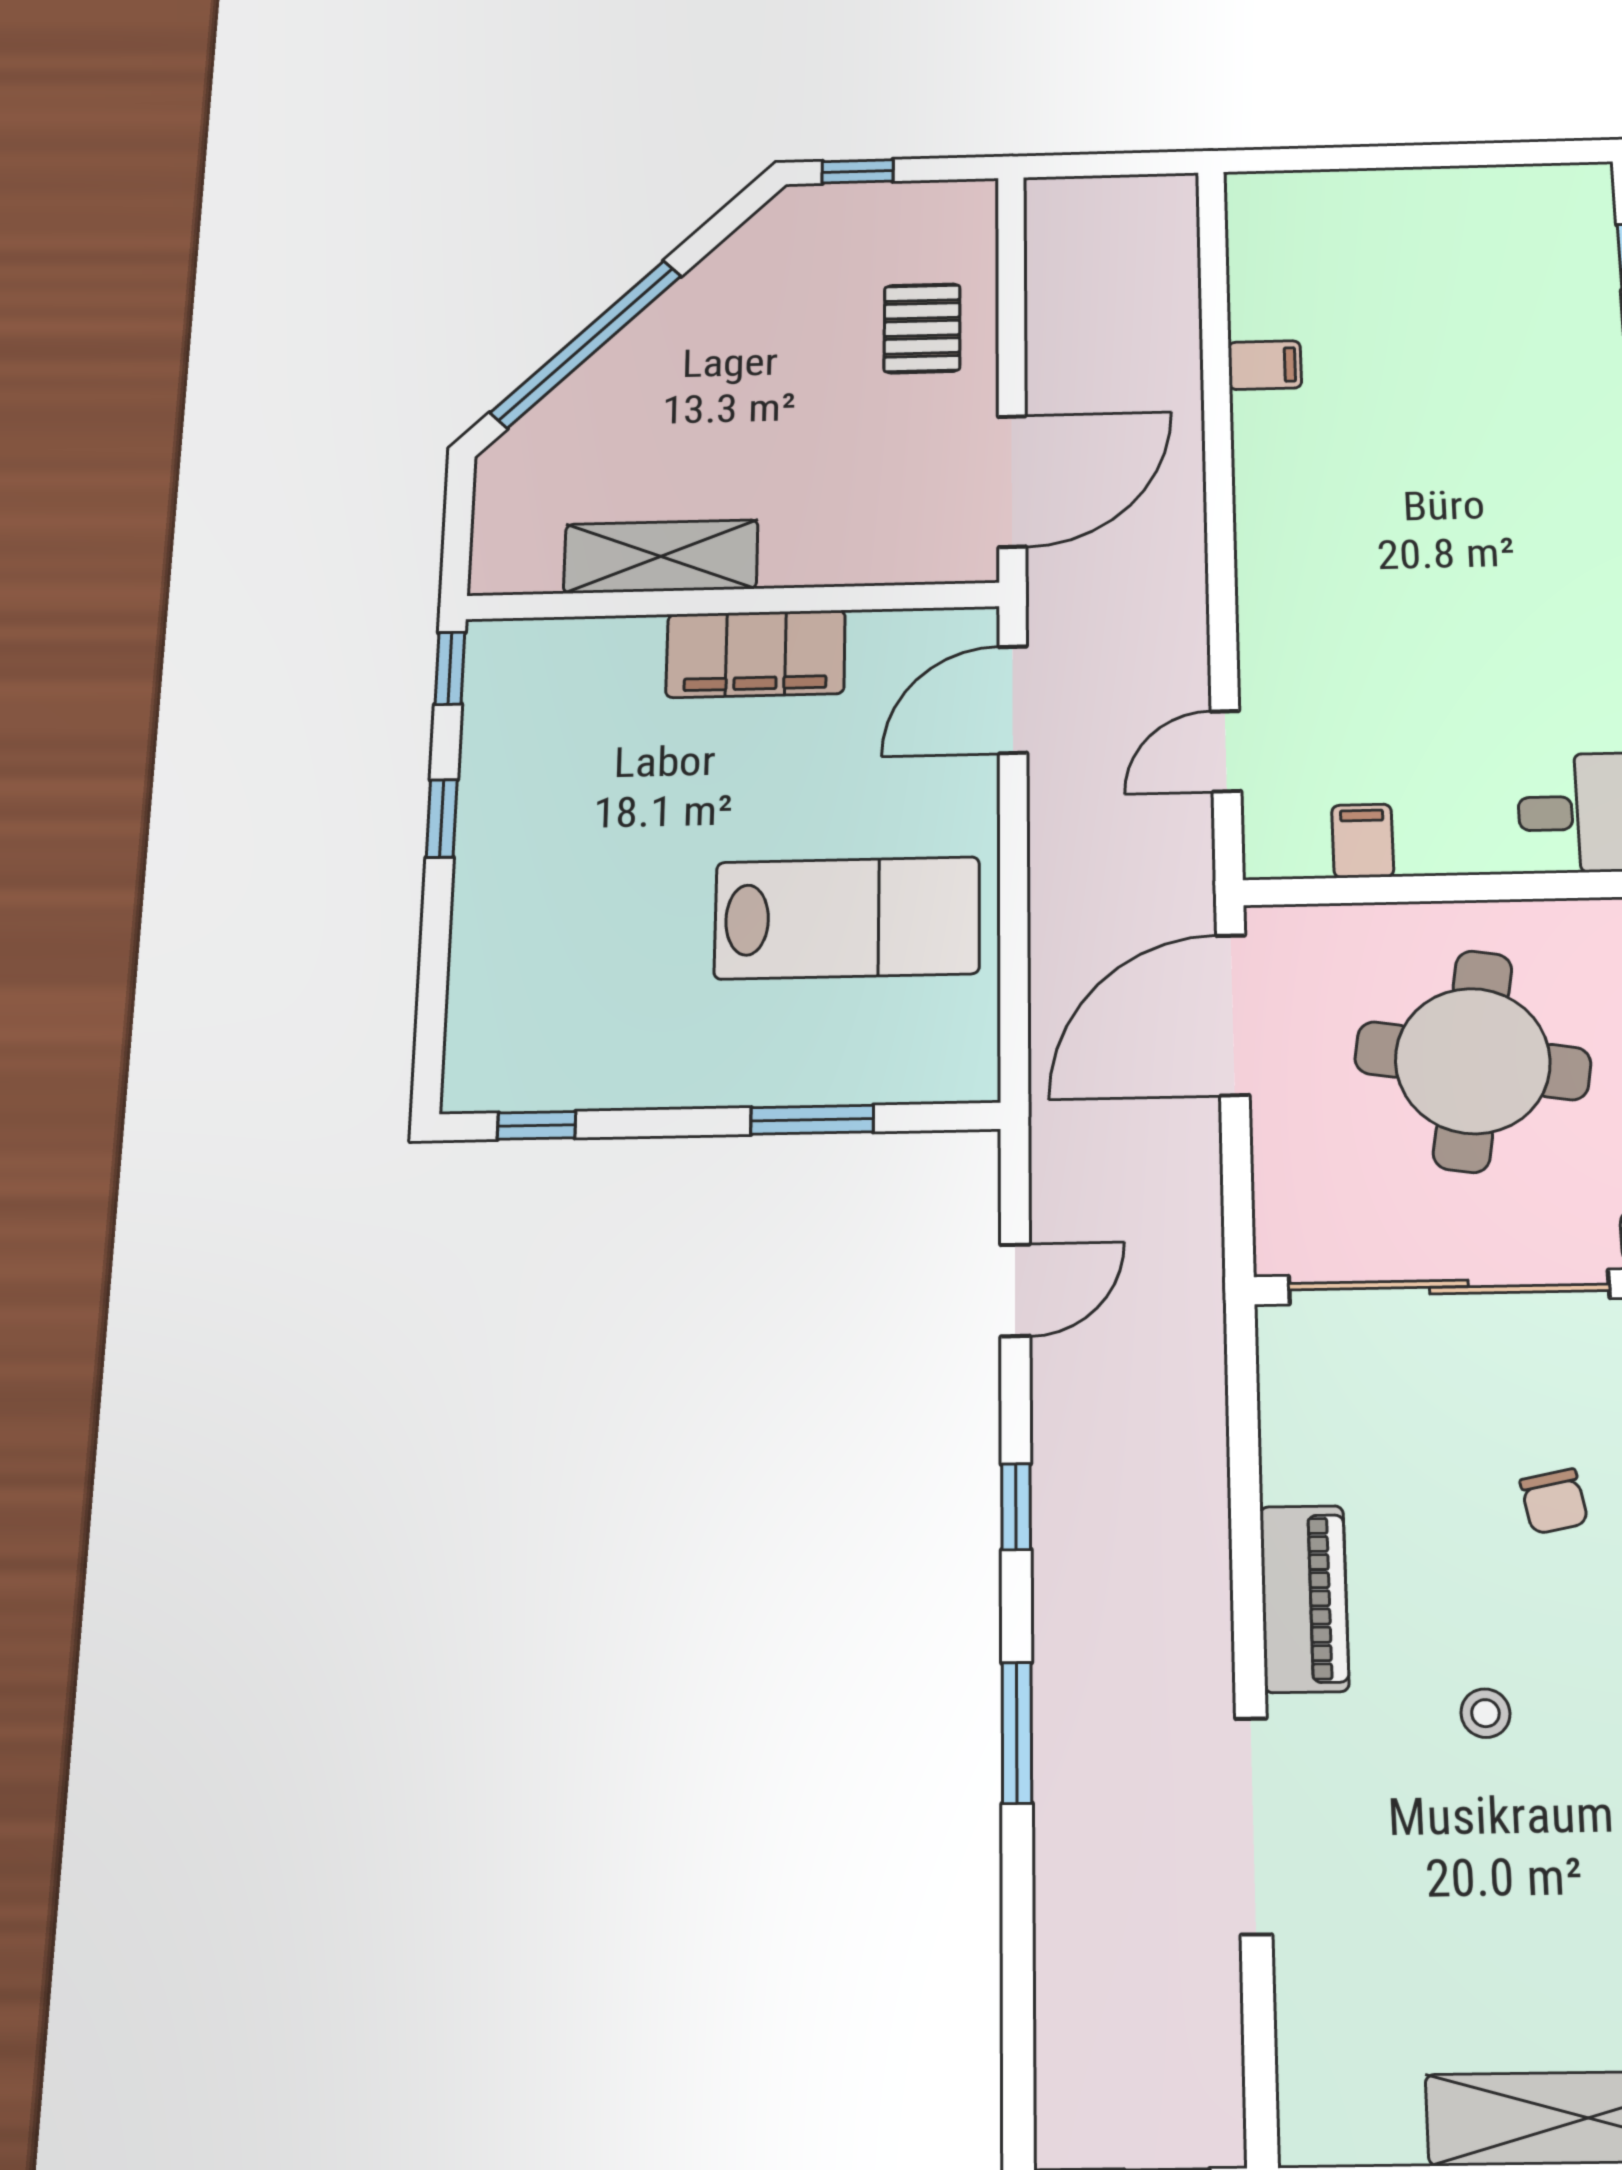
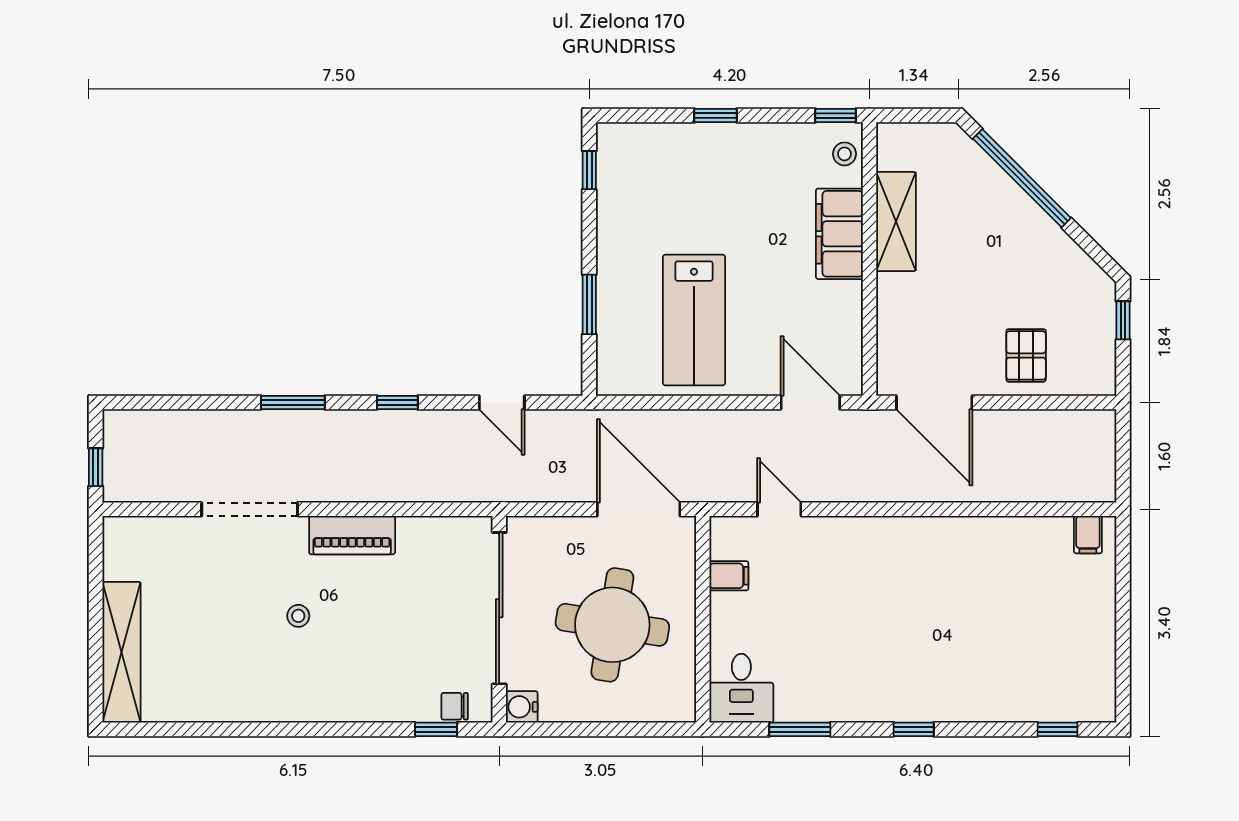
pallet: (922, 328) -> (1026, 355), turned 90
filing cabinet: (1265, 365) -> (1088, 535), moved
stool: (526, 650) -> (844, 154), added
filing cabinet: (756, 654) -> (839, 234), moved
window: (442, 818) -> (716, 116), moved
chair: (1554, 1501) -> (395, 652), removed

